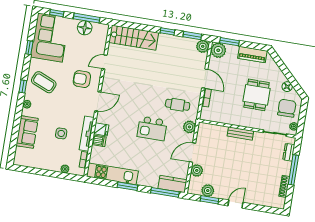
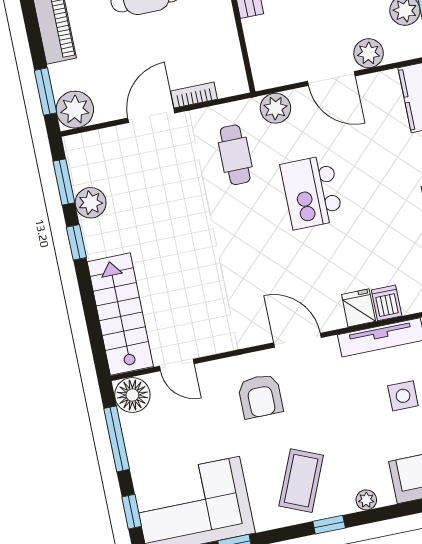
floor lamp: (85, 28) -> (132, 395), moved
plant: (203, 46) -> (91, 203), moved
door: (104, 62) -> (177, 365), moved
kitchen island: (152, 128) -> (312, 192), turned 180

